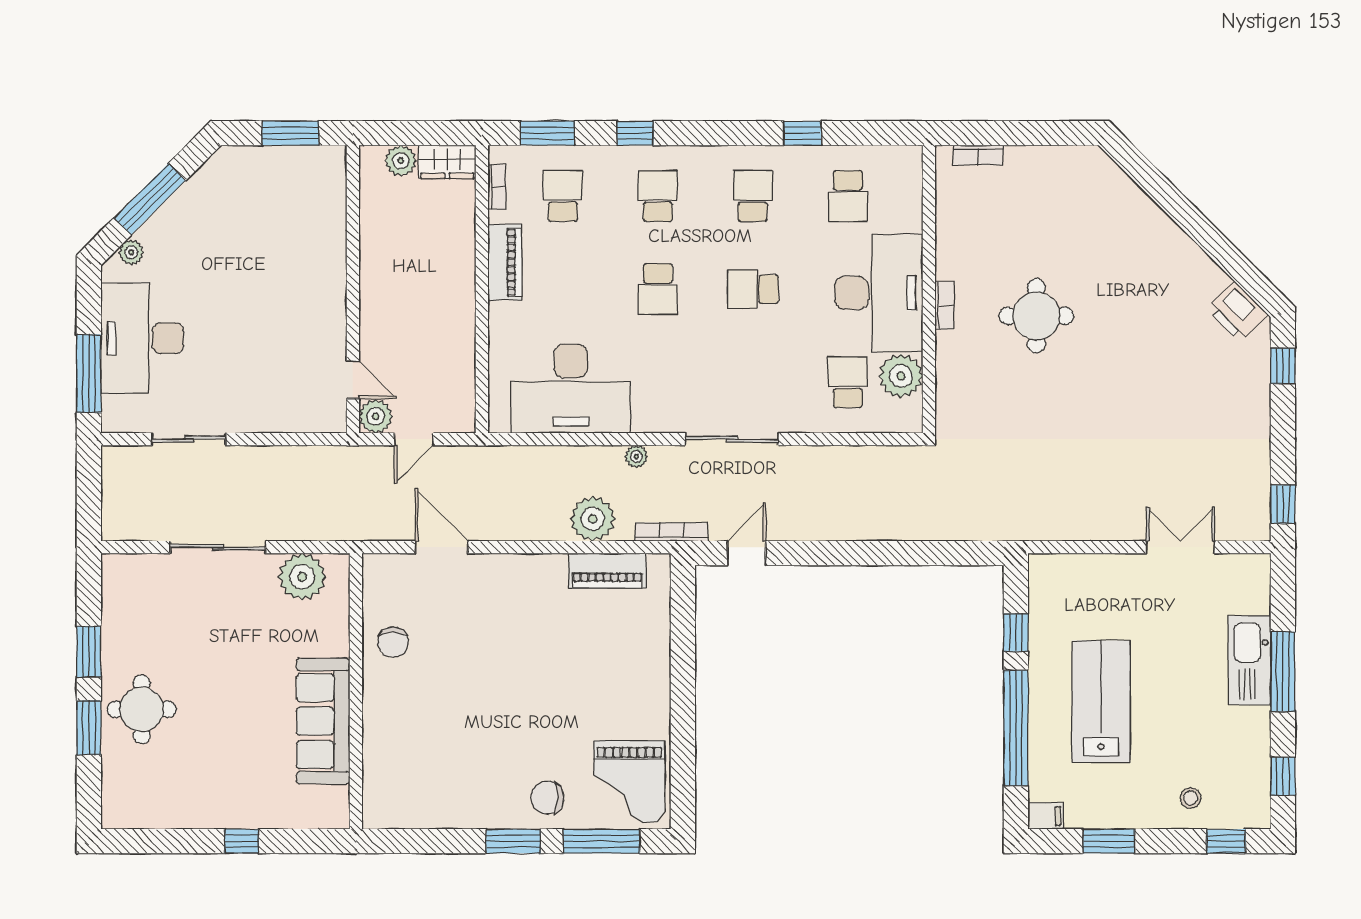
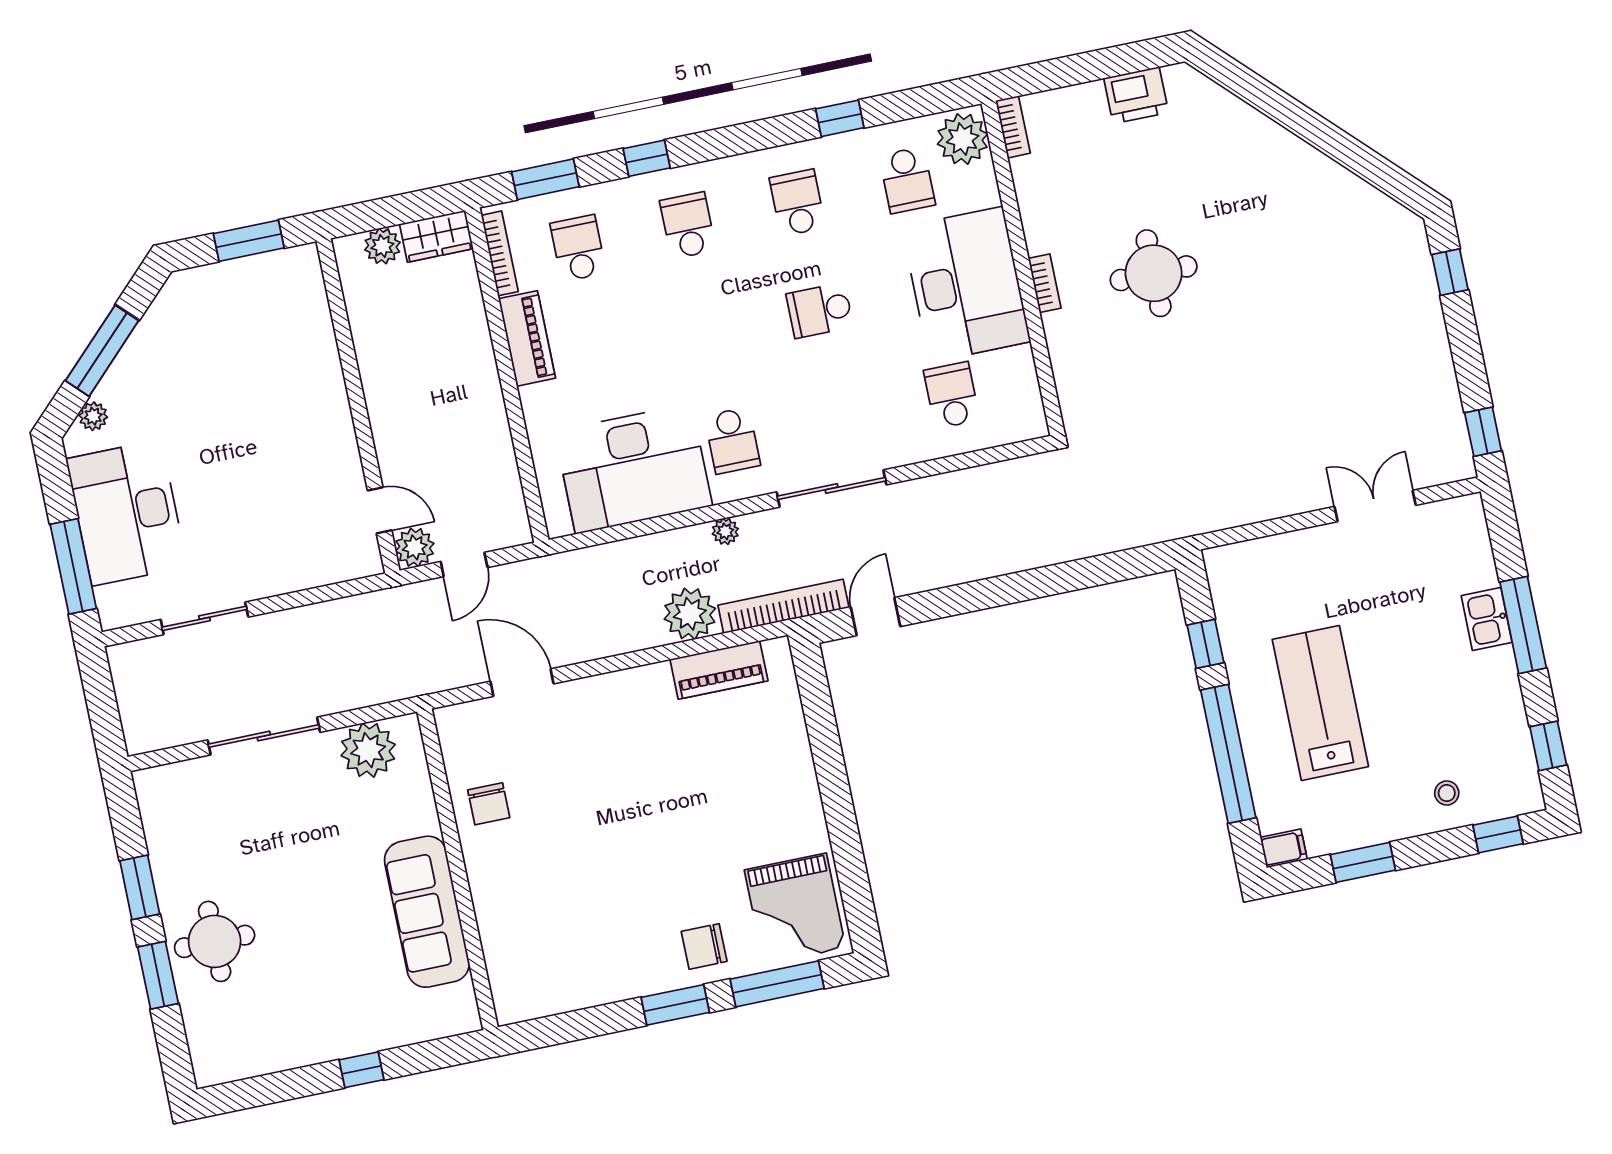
bookcase: (978, 155) -> (1013, 127), moved, turned -90
bookcase: (497, 187) -> (500, 253), width x1.56
school desk: (658, 289) -> (732, 441), moved
printer: (1237, 312) -> (1136, 95), moved, turned -45
plant: (901, 376) -> (963, 139), moved
bookcase: (672, 532) -> (783, 606), width x1.48, depth x1.31
kitchen sink: (1249, 660) -> (1487, 619), width x0.53, depth x0.81

